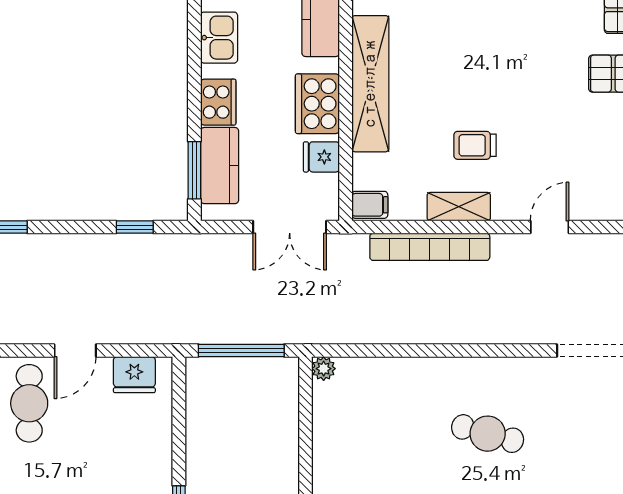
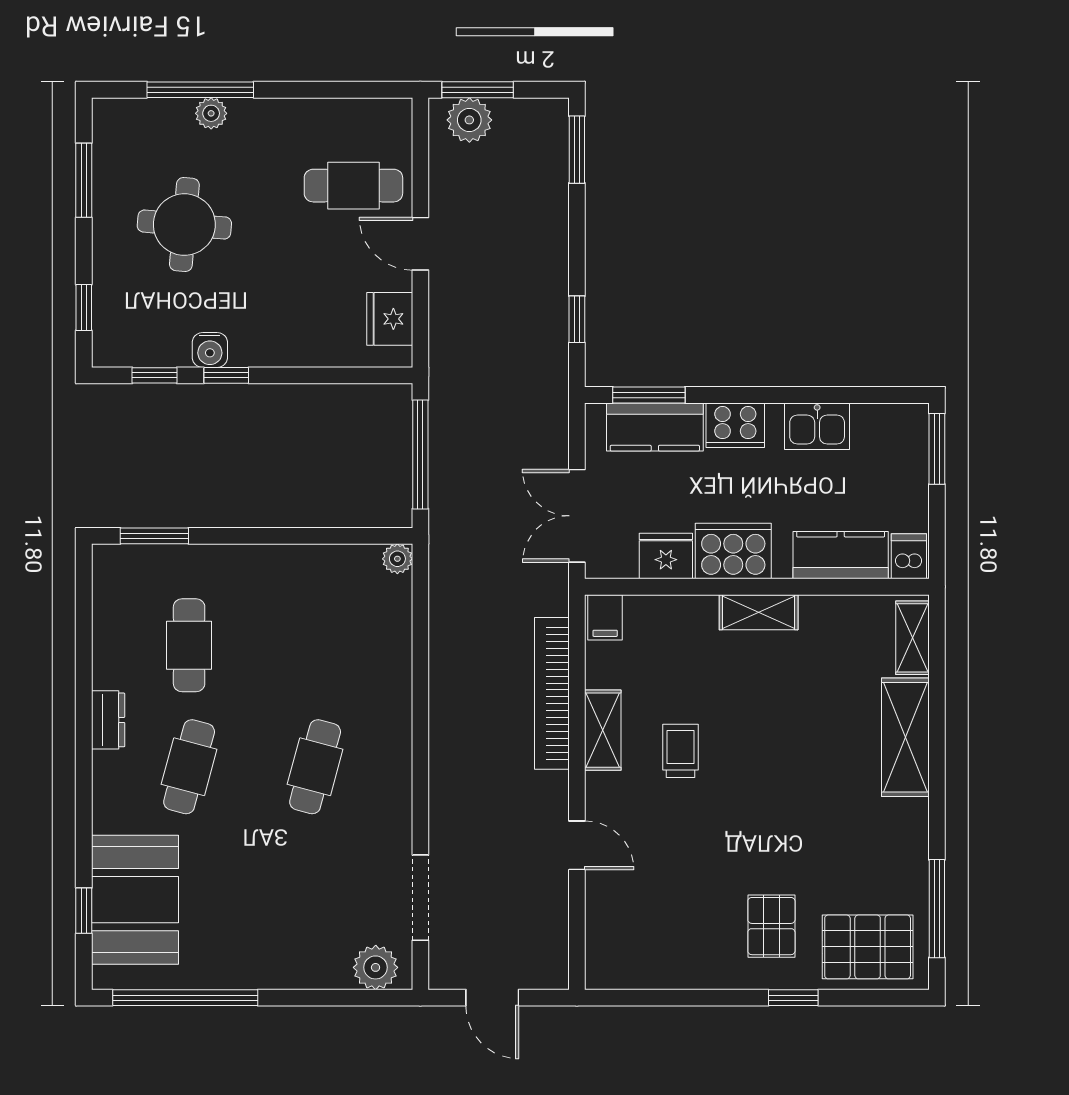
shelving: (370, 84) -> (759, 612), width x0.45, depth x0.75
fridge: (321, 157) -> (666, 556), width x1.38

